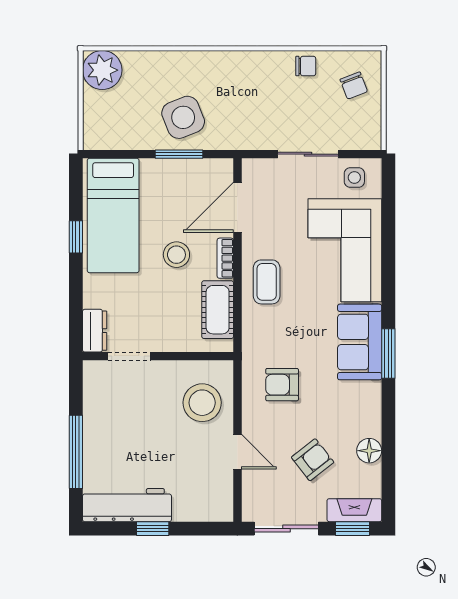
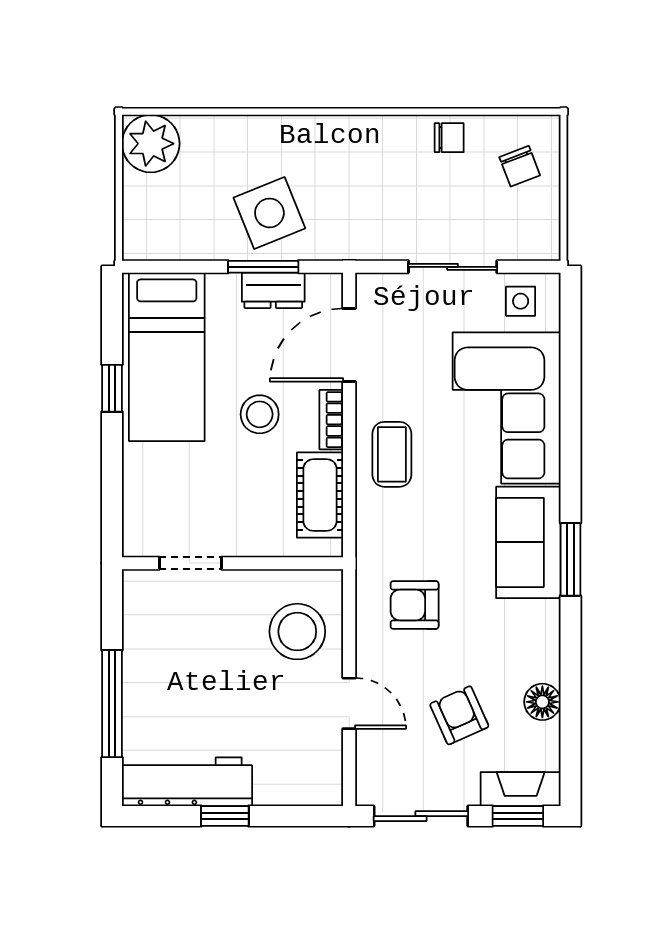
dresser: (95, 331) -> (273, 290), moved, turned 90
armchair: (313, 460) -> (459, 715), turned -76

